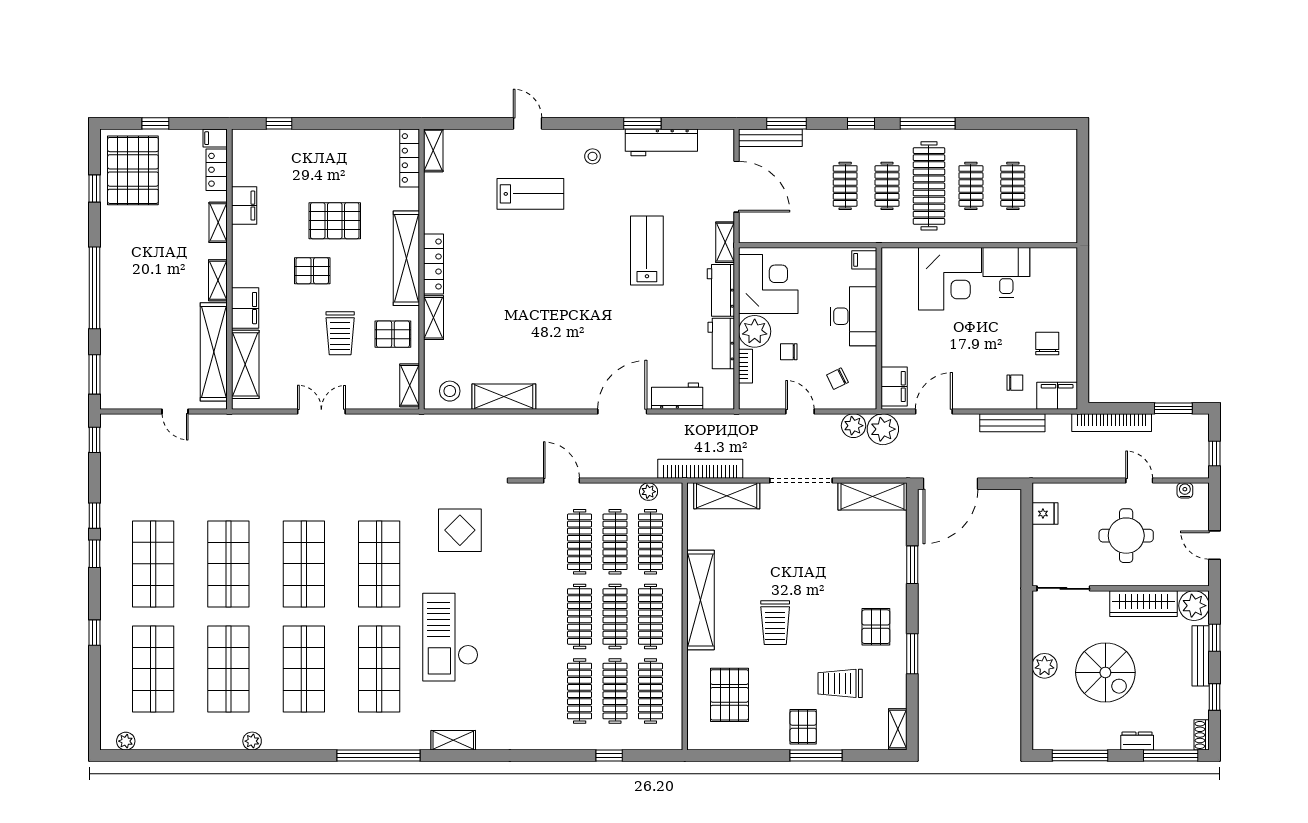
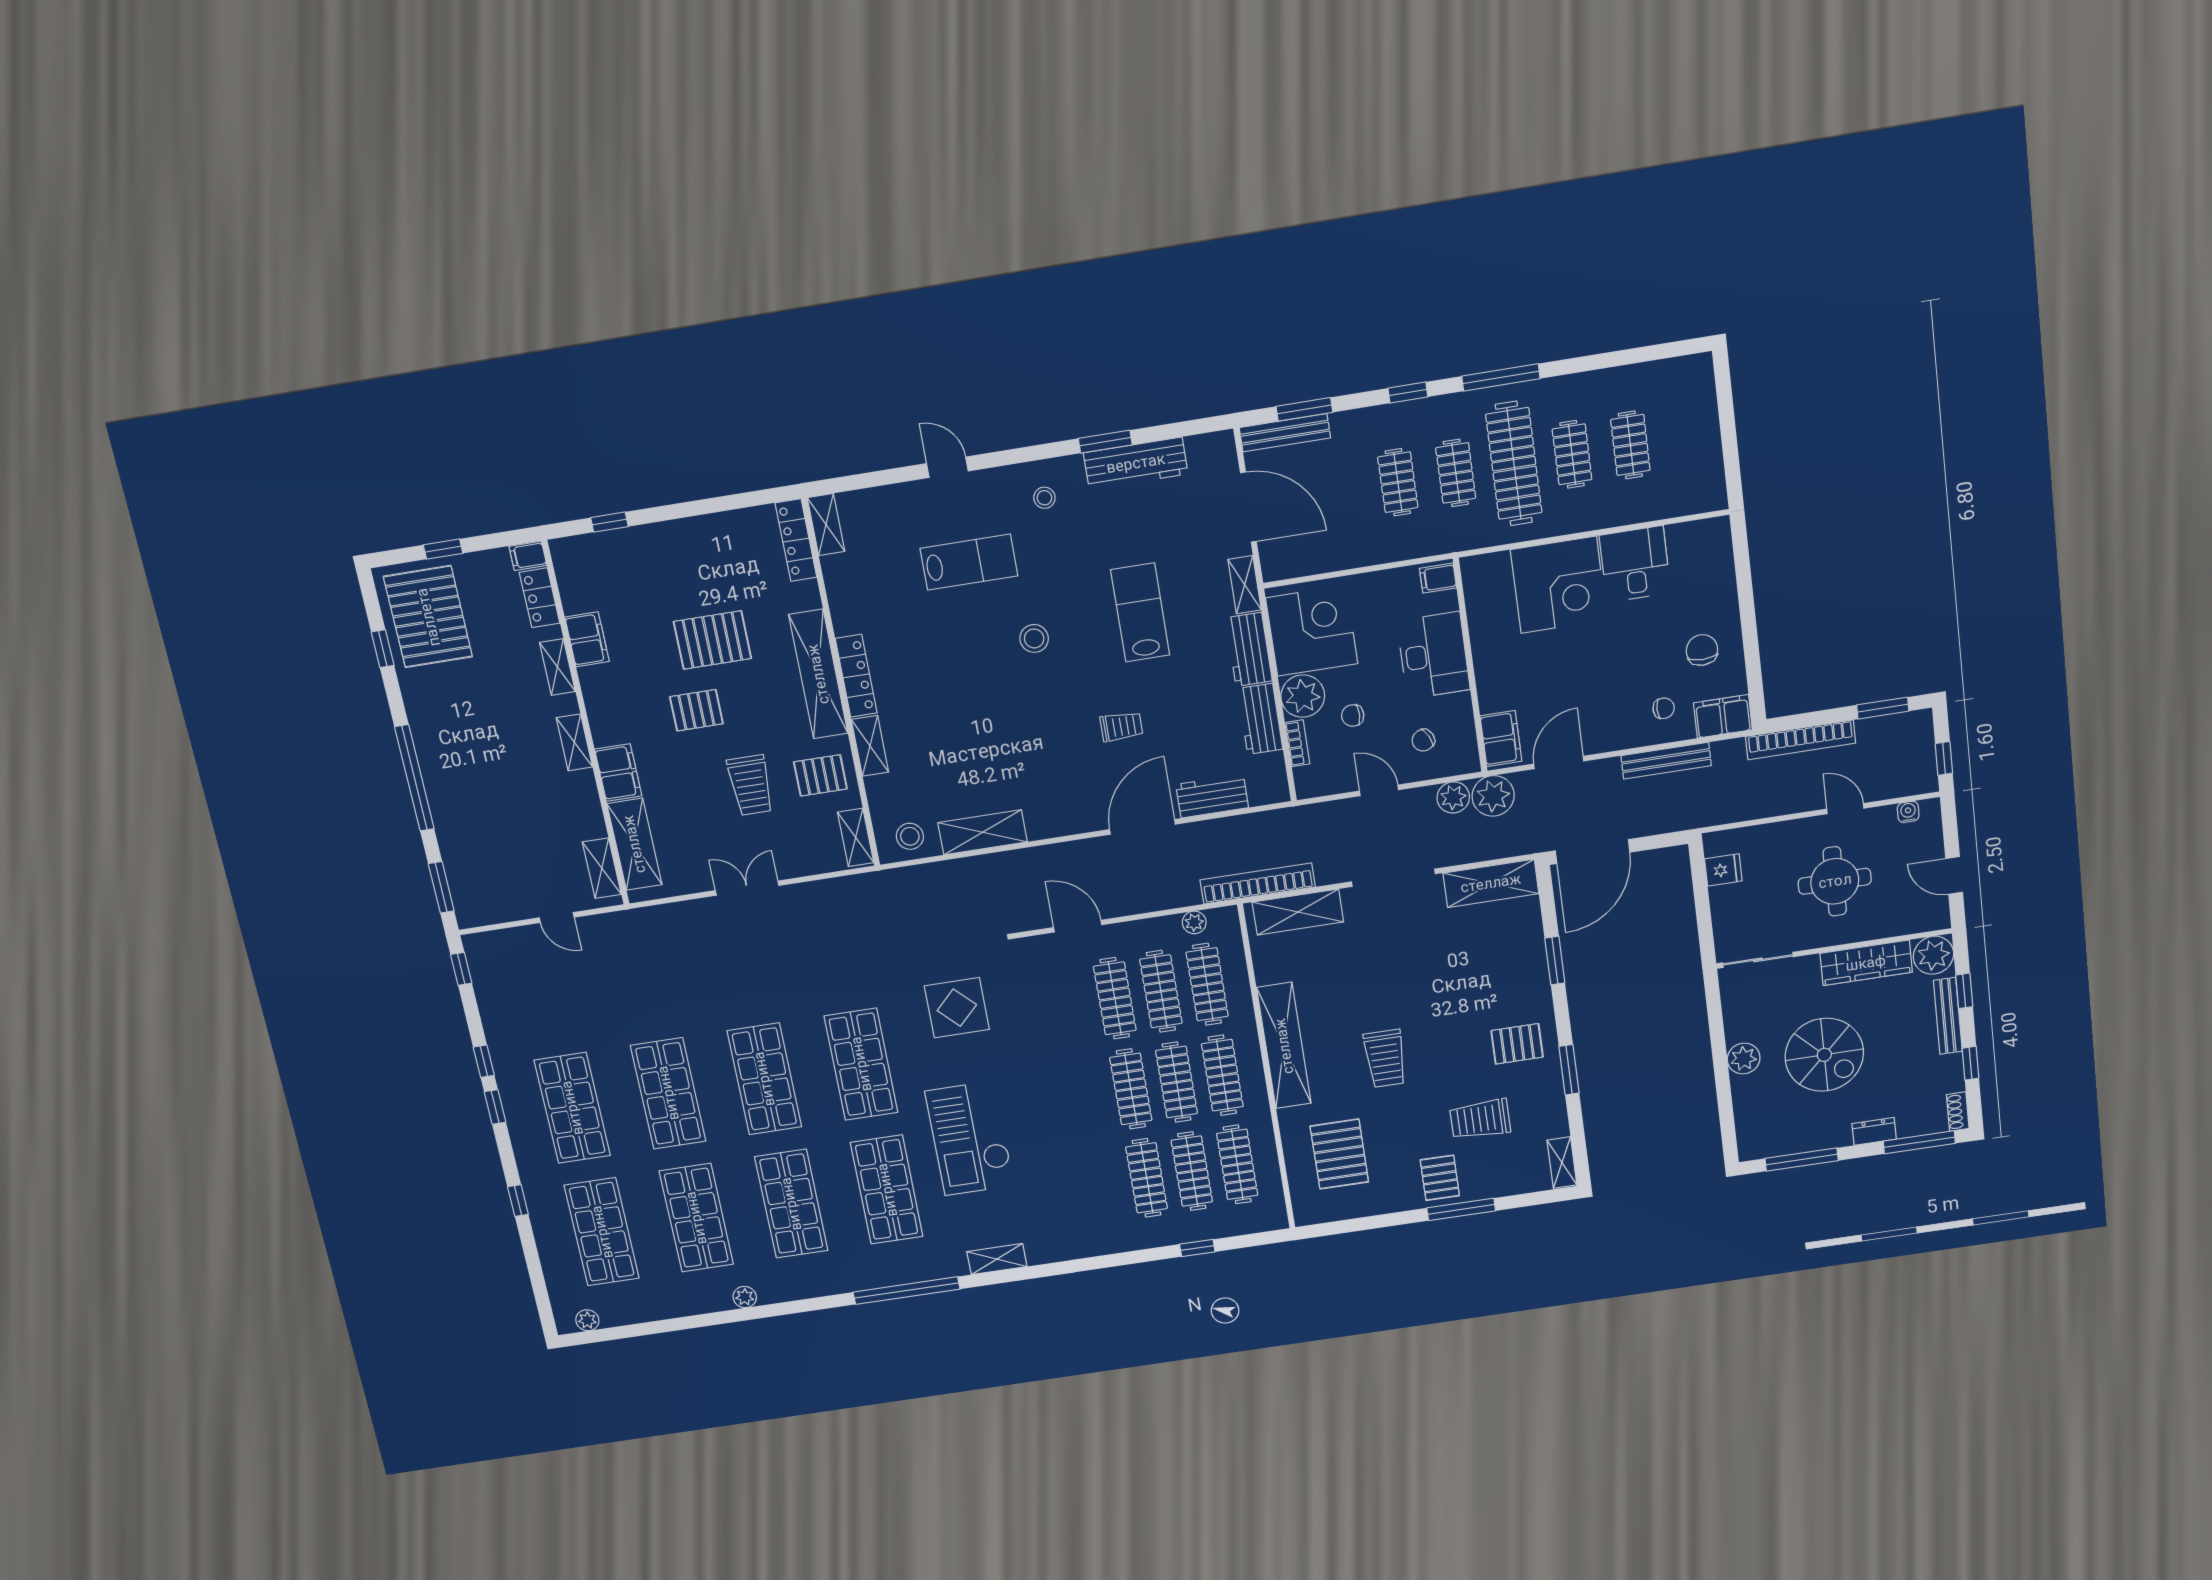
stool: (567, 257) -> (1034, 638), added
trolley: (619, 333) -> (1121, 727), added
shelving: (214, 352) -> (602, 868), width x0.45, depth x0.75
pallet: (876, 627) -> (1517, 1044), turned 90

